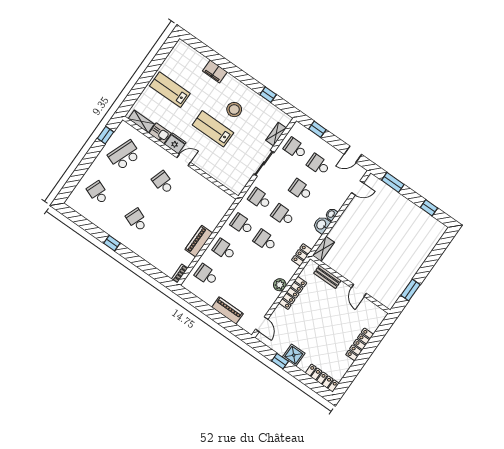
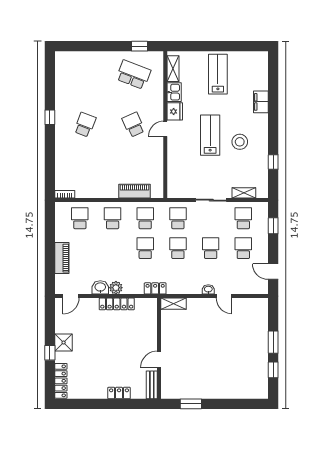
door: (184, 160) -> (165, 129), swing flipped
window: (393, 182) -> (273, 342), moved
school desk: (163, 183) -> (133, 125), turned -42
door: (358, 188) -> (224, 296), moved
school desk: (98, 193) -> (85, 75), removed
washbasin: (322, 225) -> (100, 287), moved
piano: (199, 241) -> (134, 191), moved
bench: (327, 277) -> (152, 385), moved
locker: (360, 344) -> (119, 393), width x0.66
window: (280, 361) -> (50, 353), moved

